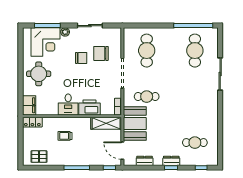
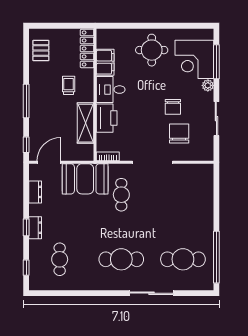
cafe table: (147, 51) -> (121, 259), moved
filing cabinet: (29, 105) -> (105, 62), moved, turned -90
locker: (32, 122) -> (87, 49), width x1.53
shelving: (106, 123) -> (86, 123), moved

